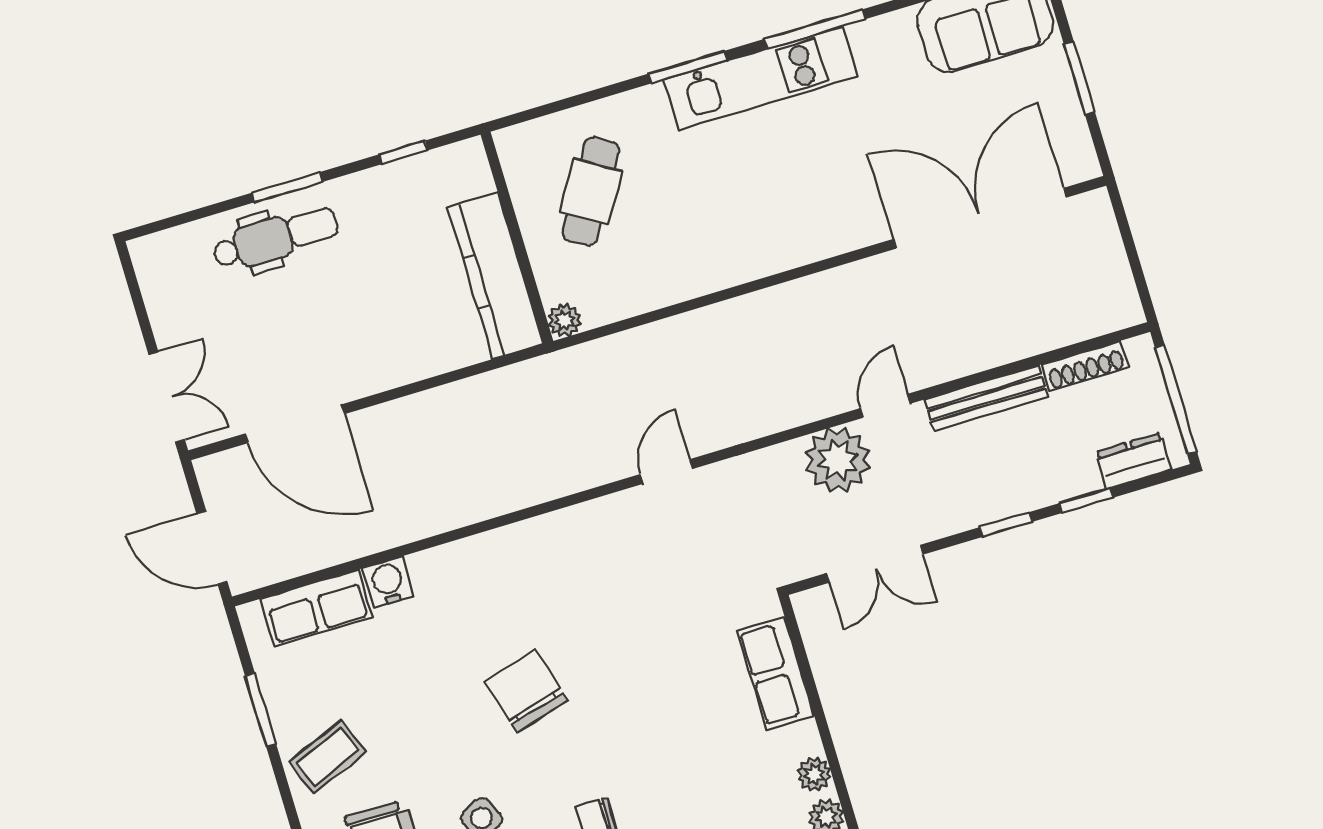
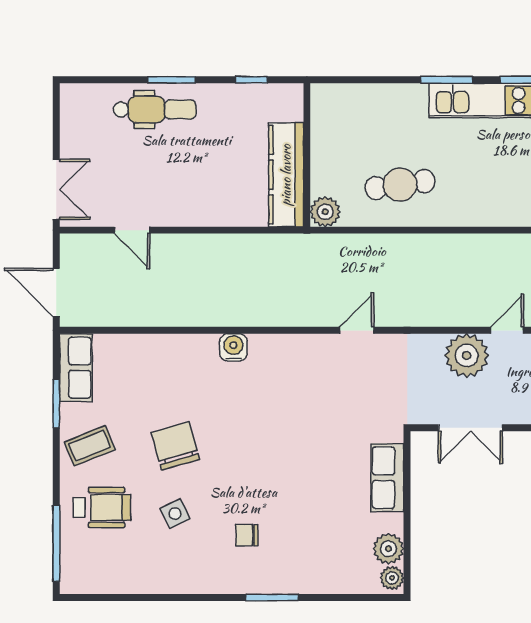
cafe table: (591, 191) -> (400, 185), moved, turned 51
plant: (564, 320) -> (325, 212), width x1.38, depth x1.38
door: (295, 424) -> (132, 230), width x0.53
water cooler: (388, 582) -> (233, 347), moved
row of seats: (316, 608) -> (76, 368), moved, turned -90
chair: (526, 691) -> (175, 446), moved
plant: (814, 774) -> (388, 549), width x1.38, depth x1.38

